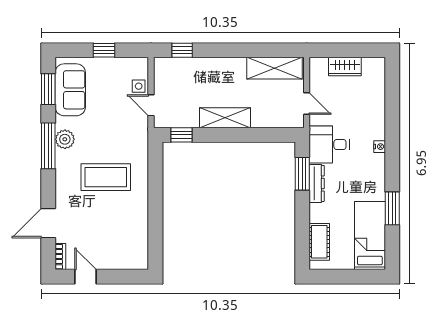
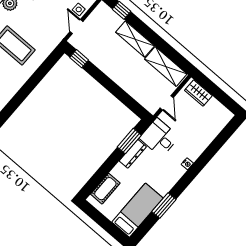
wardrobe: (345, 66) -> (198, 93), moved
shelving: (225, 118) -> (135, 39), moved

